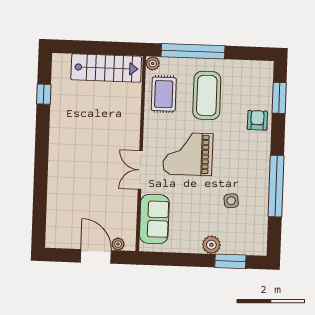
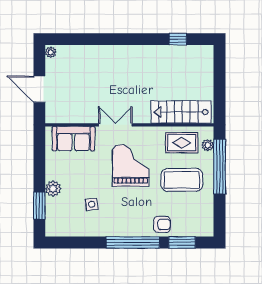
plant: (153, 63) -> (208, 145), moved
stairs: (106, 68) -> (181, 112), moved, turned 90
window: (276, 186) -> (133, 242), moved
plant: (118, 244) -> (51, 52), moved
door: (96, 256) -> (39, 89), swing flipped

